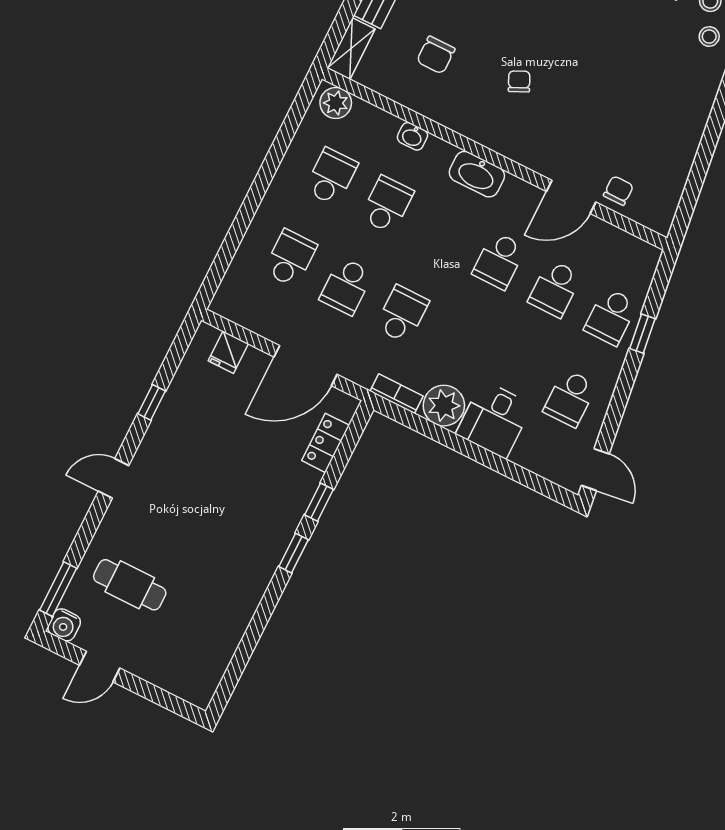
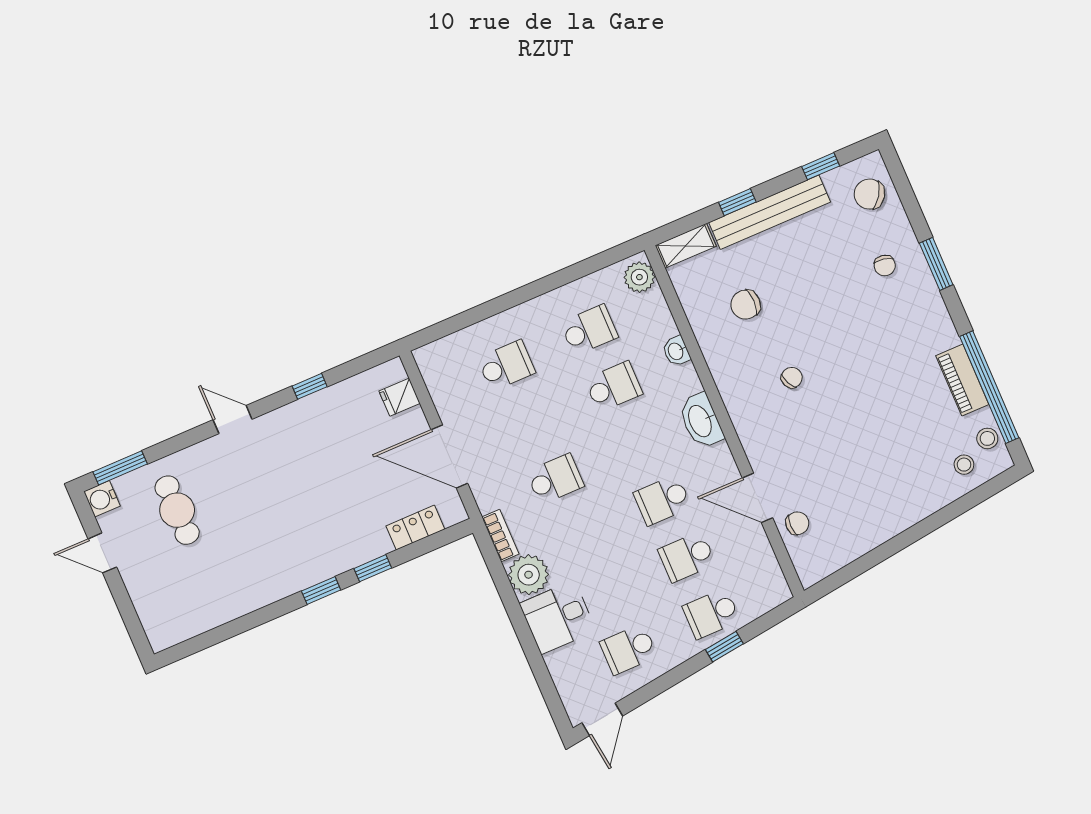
school desk: (346, 286) -> (531, 422), removed

